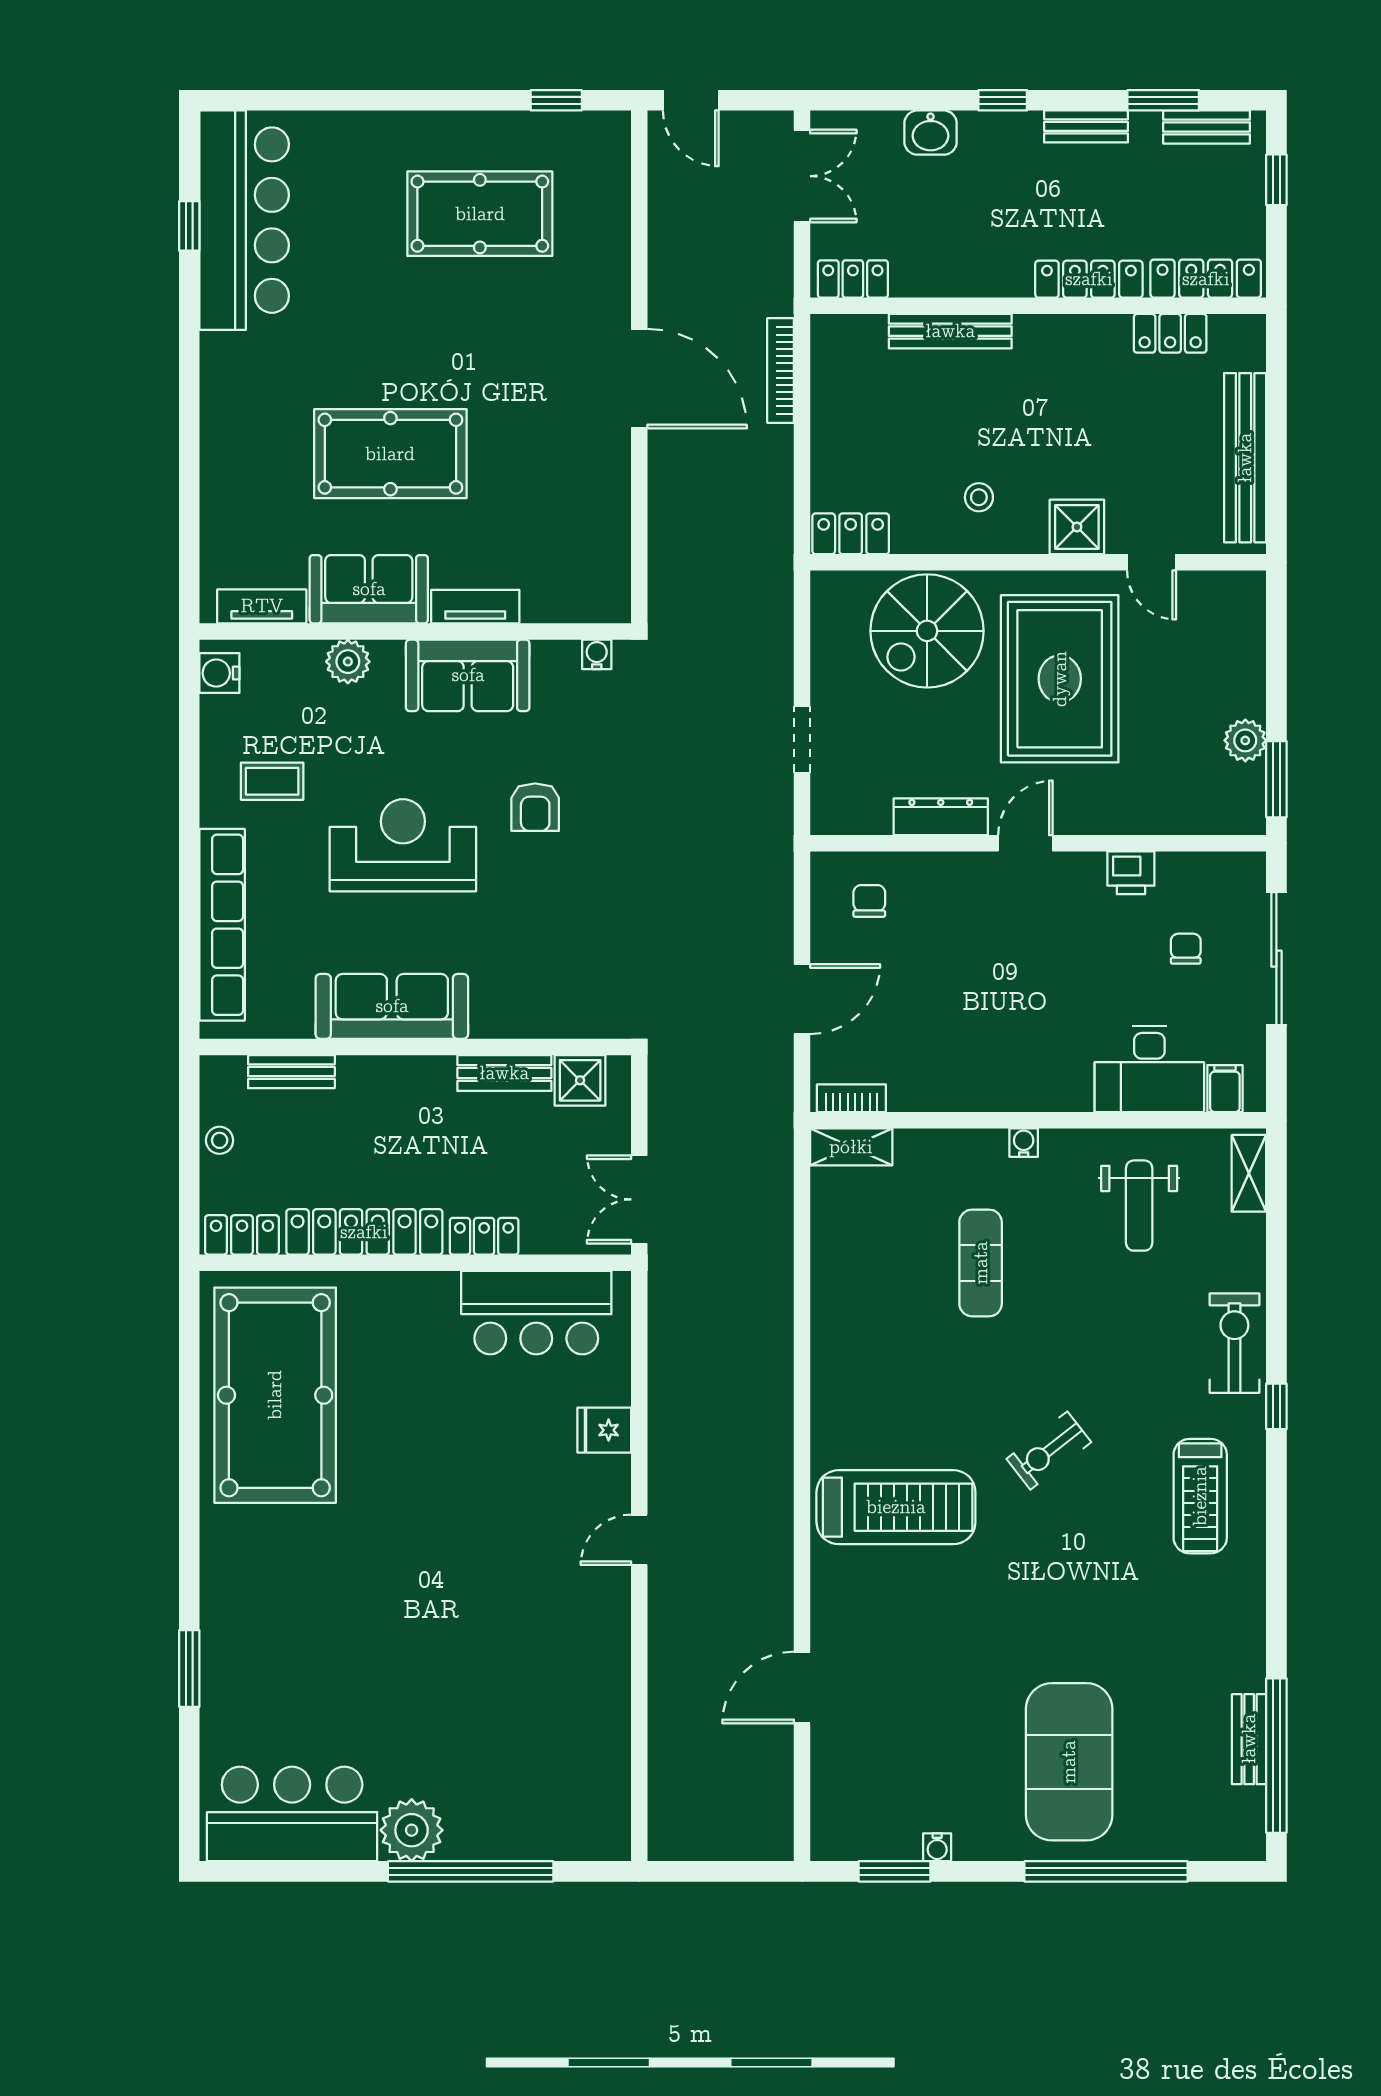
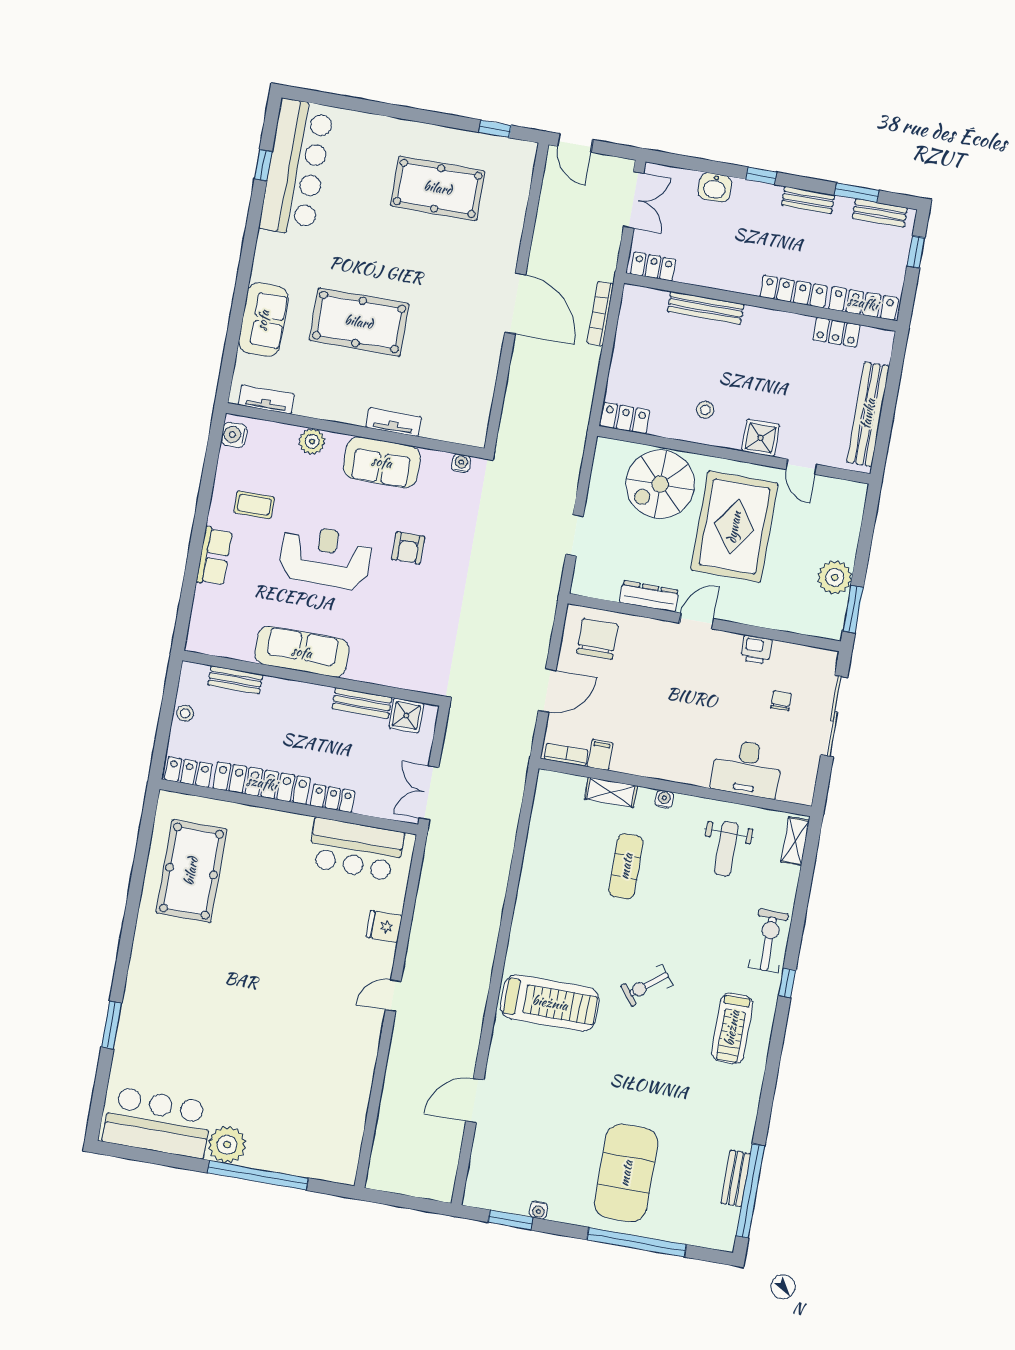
sofa: (369, 589) -> (263, 320), moved, turned 90
plant: (1245, 740) -> (835, 577), width x1.36, depth x1.36
chair: (869, 901) -> (597, 639), width x1.87, depth x1.87
row of seats: (222, 925) -> (214, 556), width x0.50
filing cabinet: (1225, 1089) -> (600, 755), moved
shelving: (851, 1147) -> (611, 792), moved
pool table: (275, 1395) -> (191, 871), width x0.73, depth x0.76

